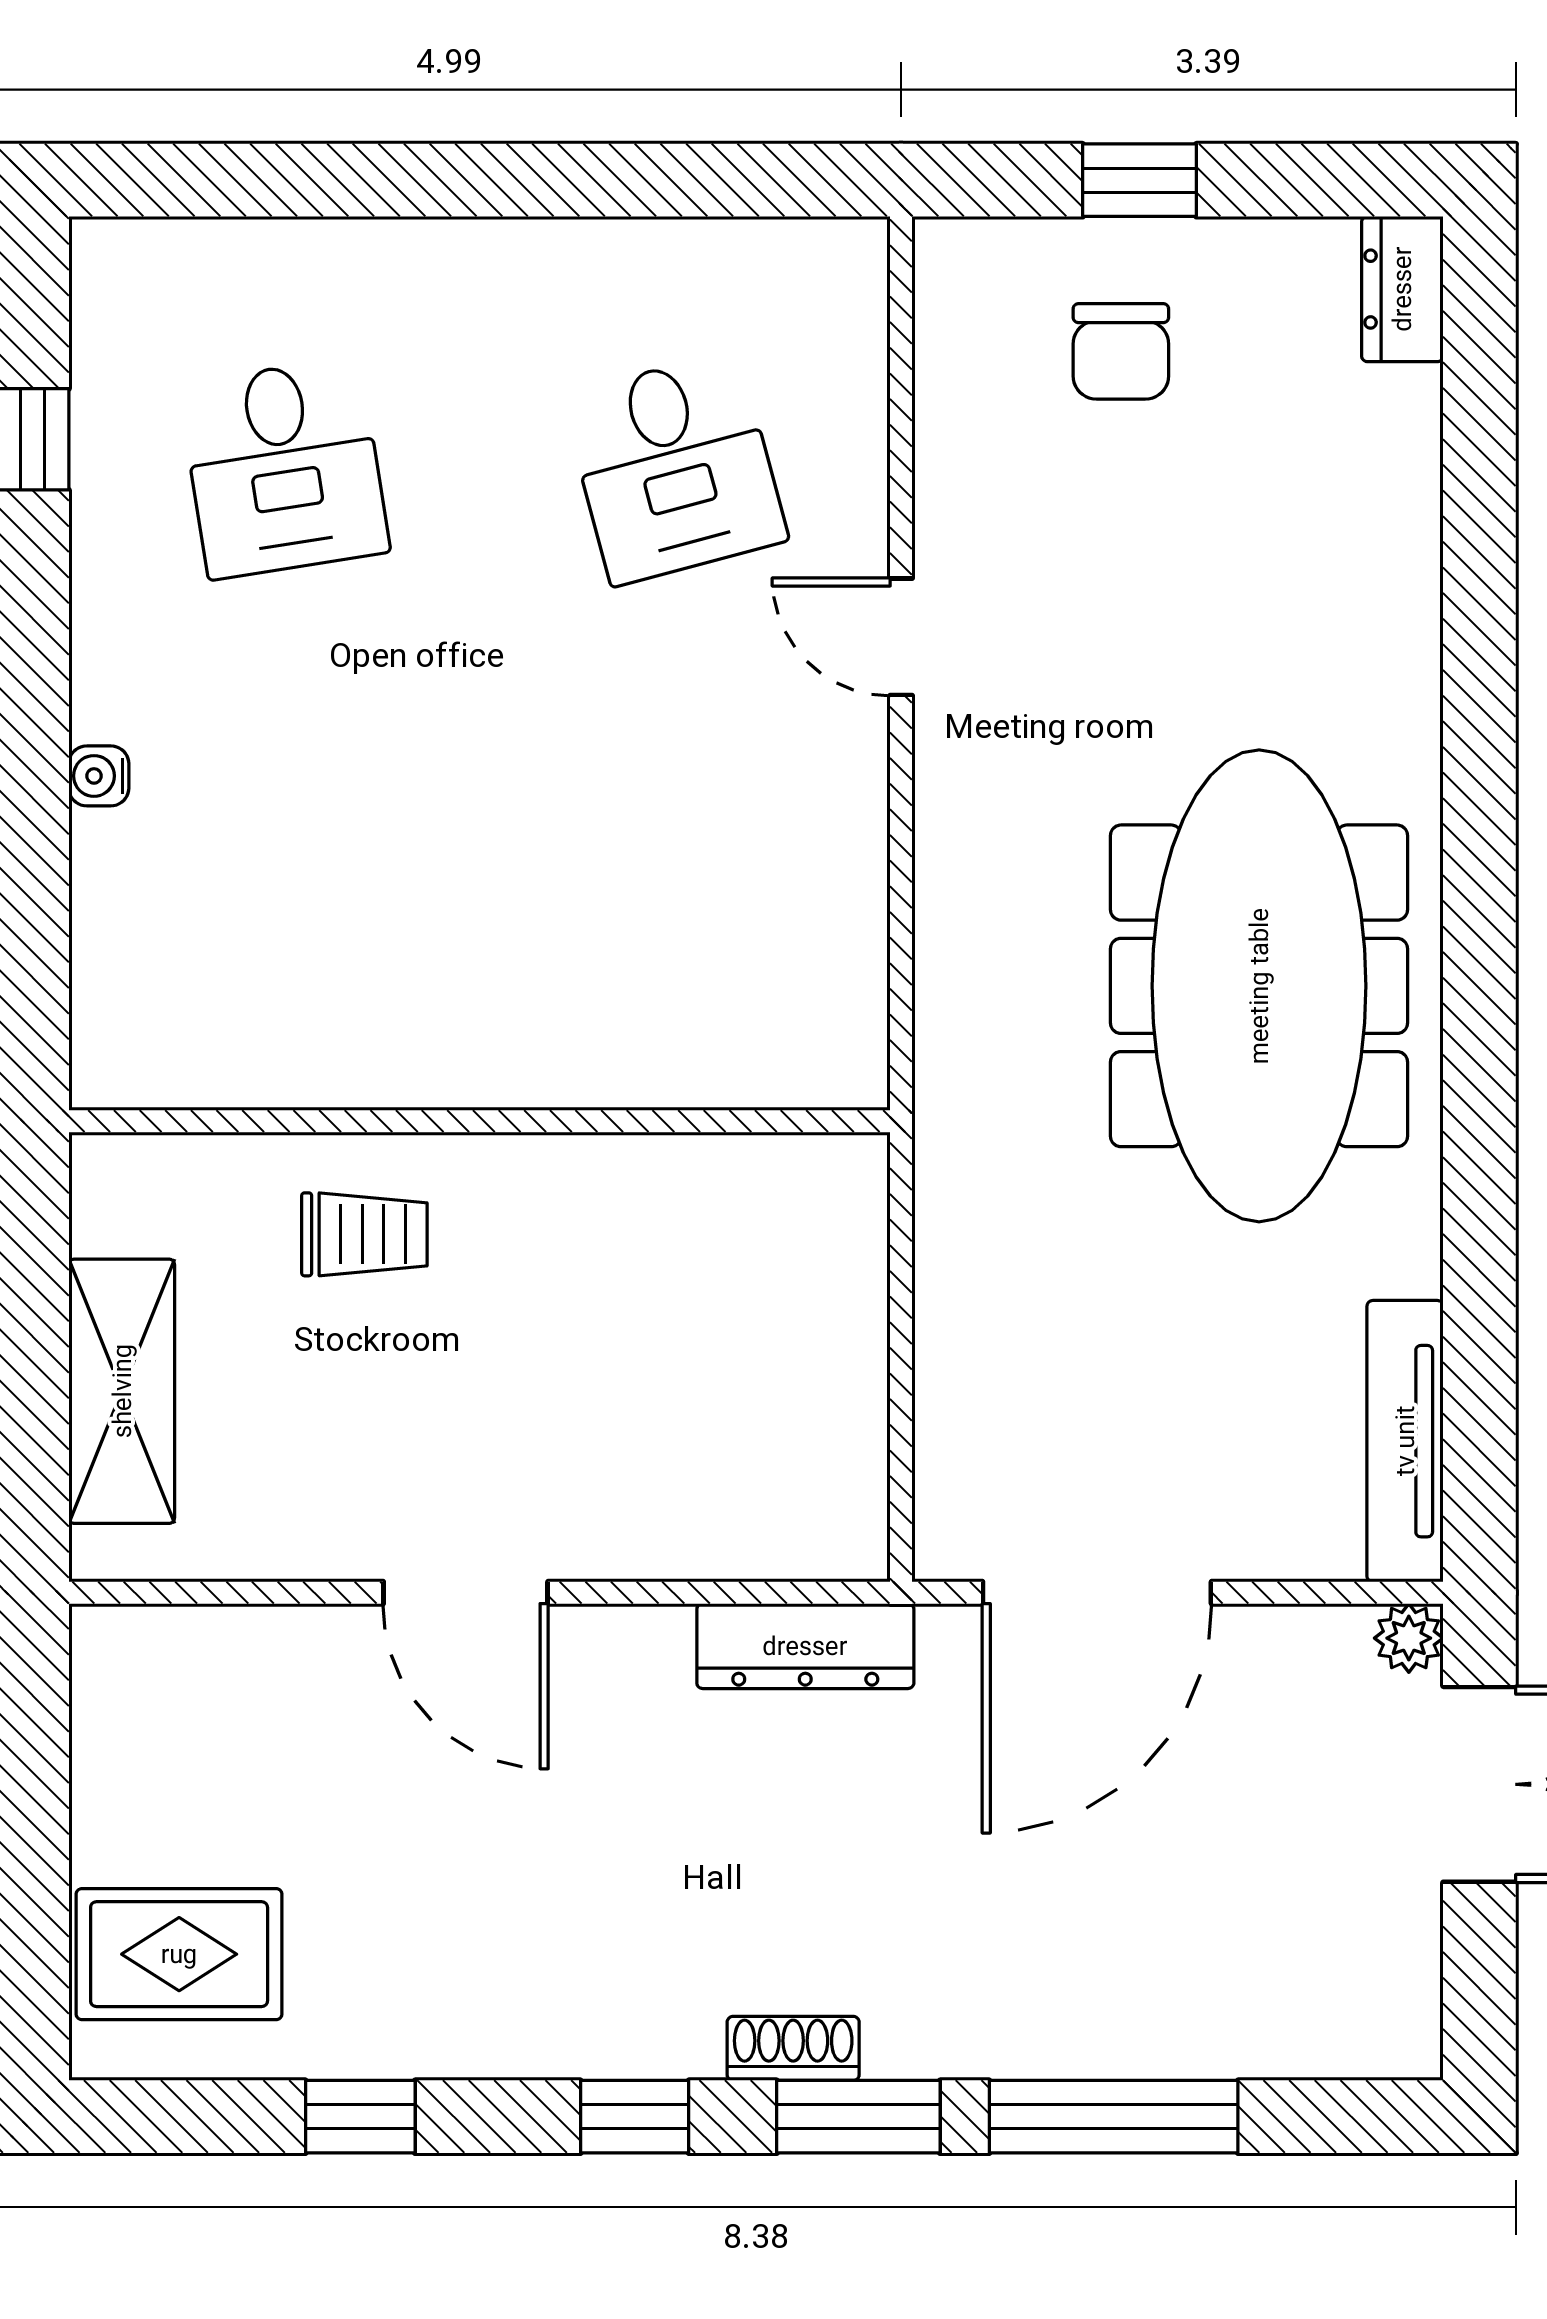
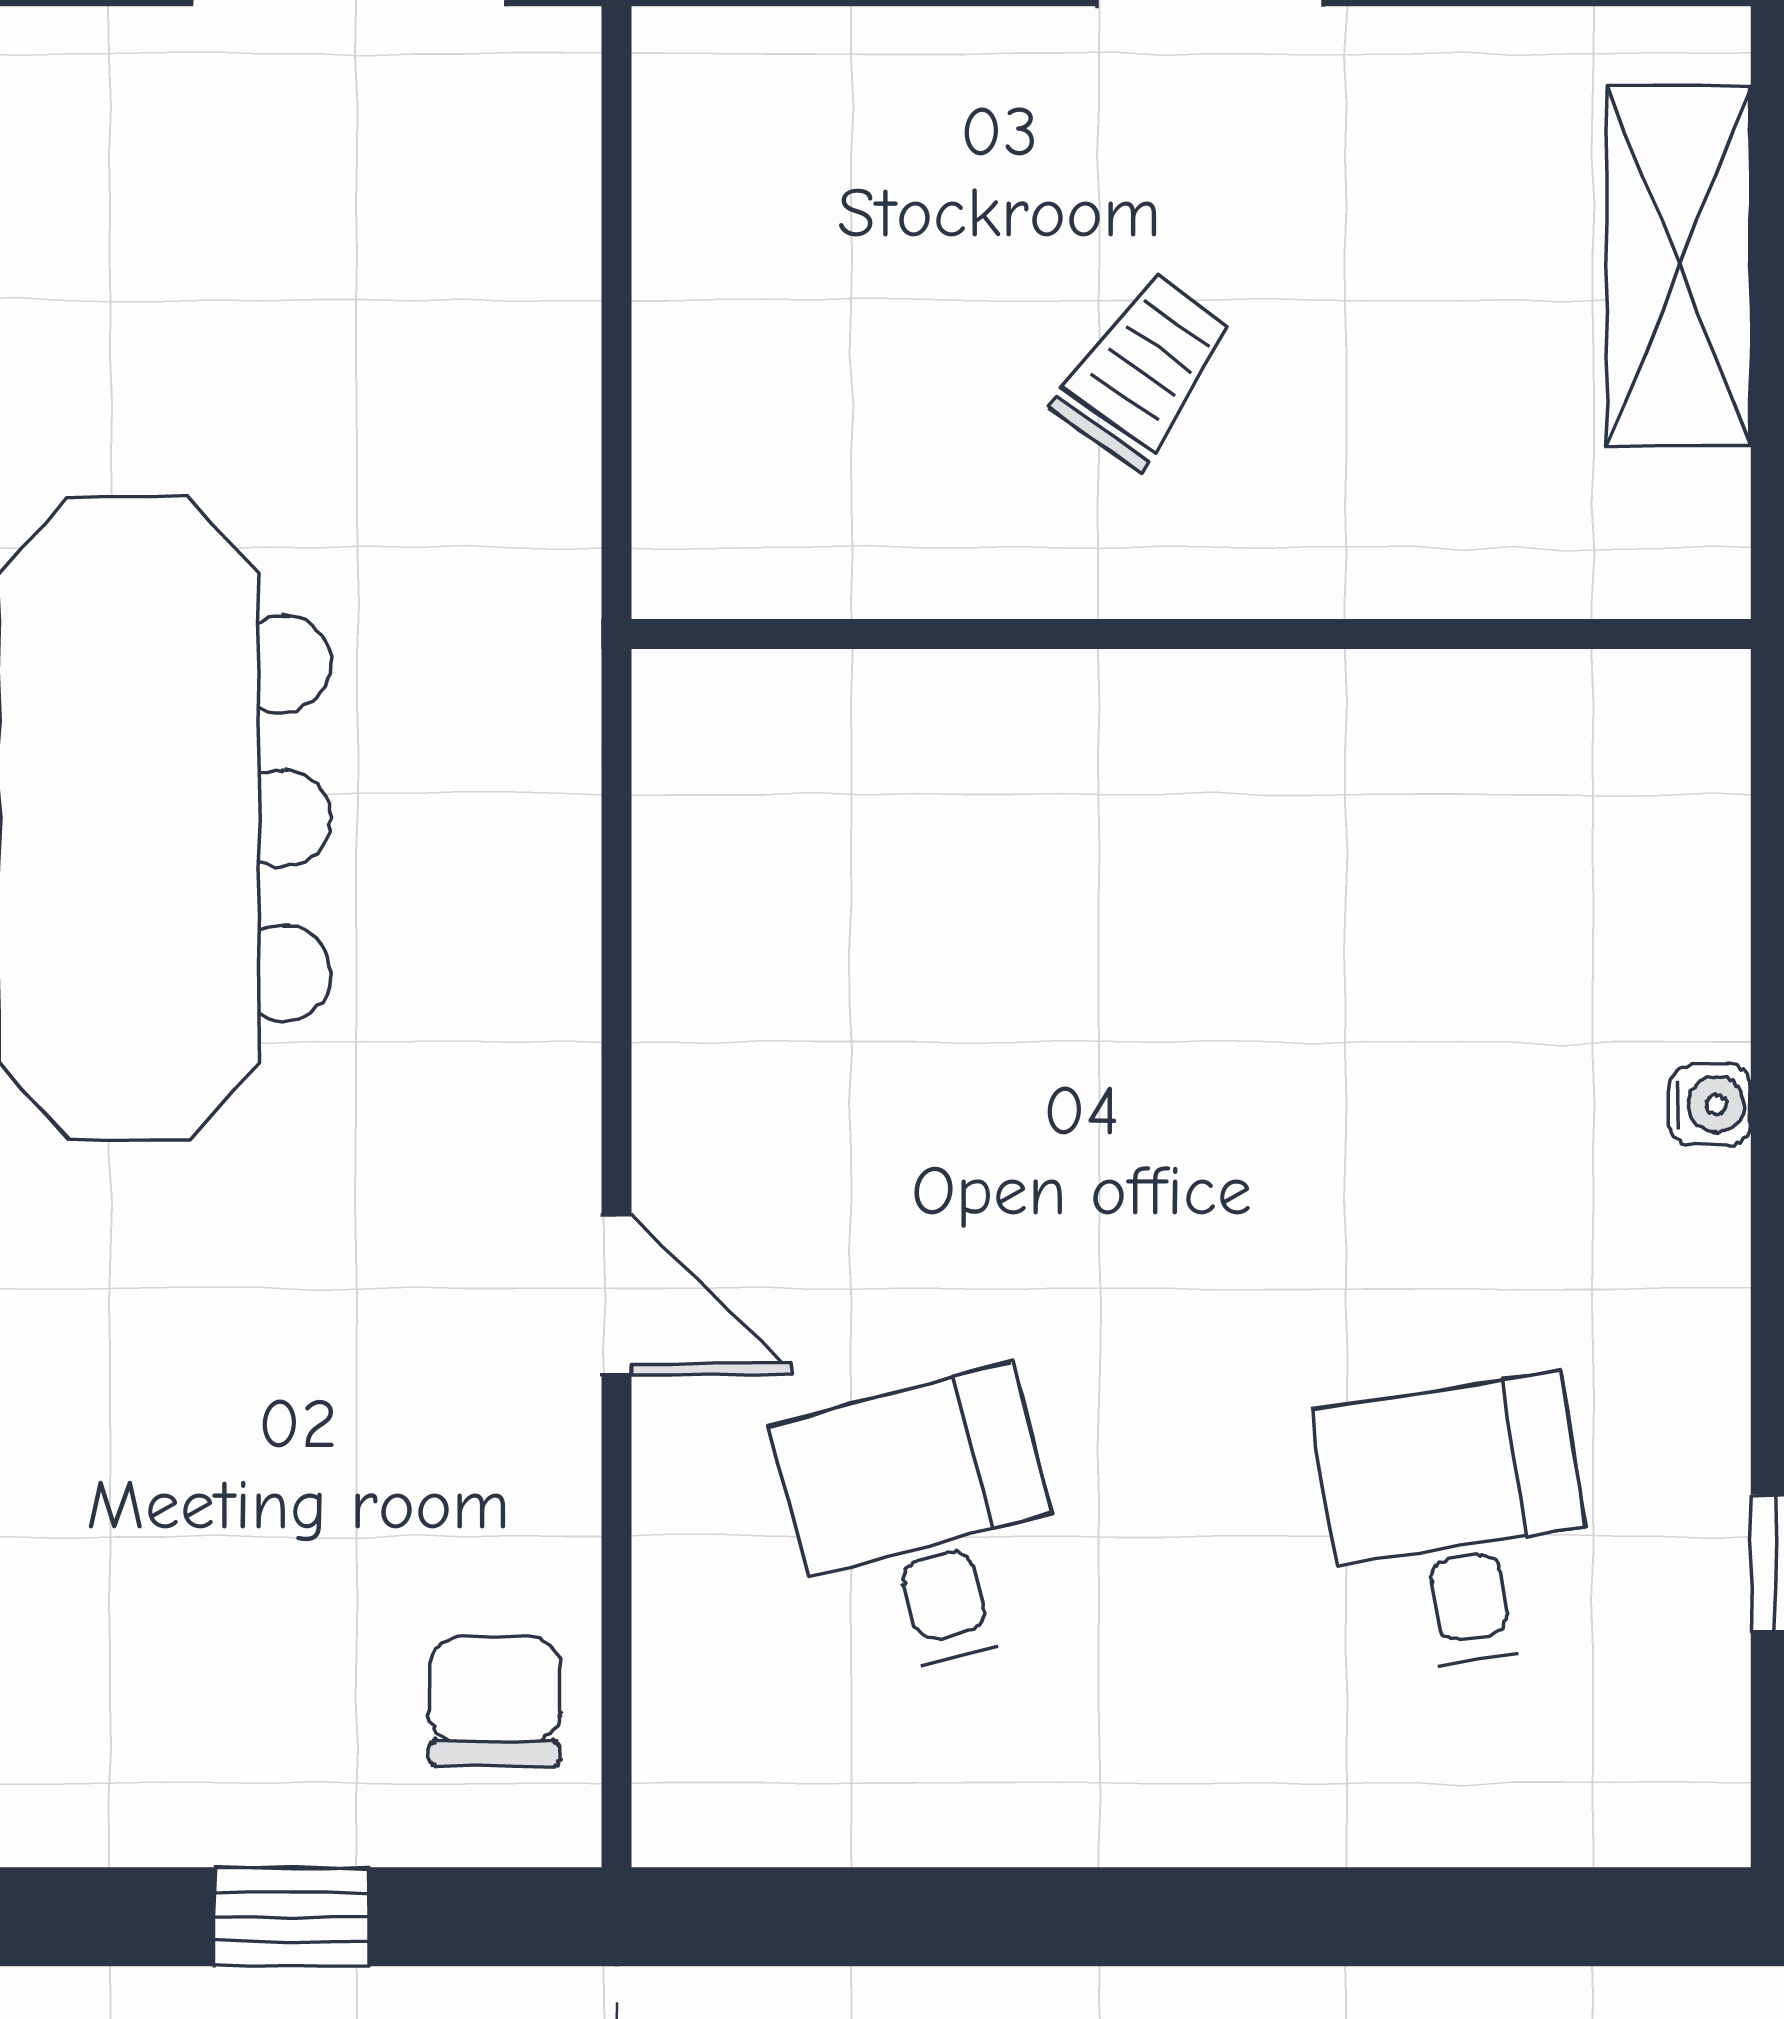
chair: (1121, 351) -> (495, 1701), moved
trolley: (364, 1234) -> (1143, 370), moved, turned 125

